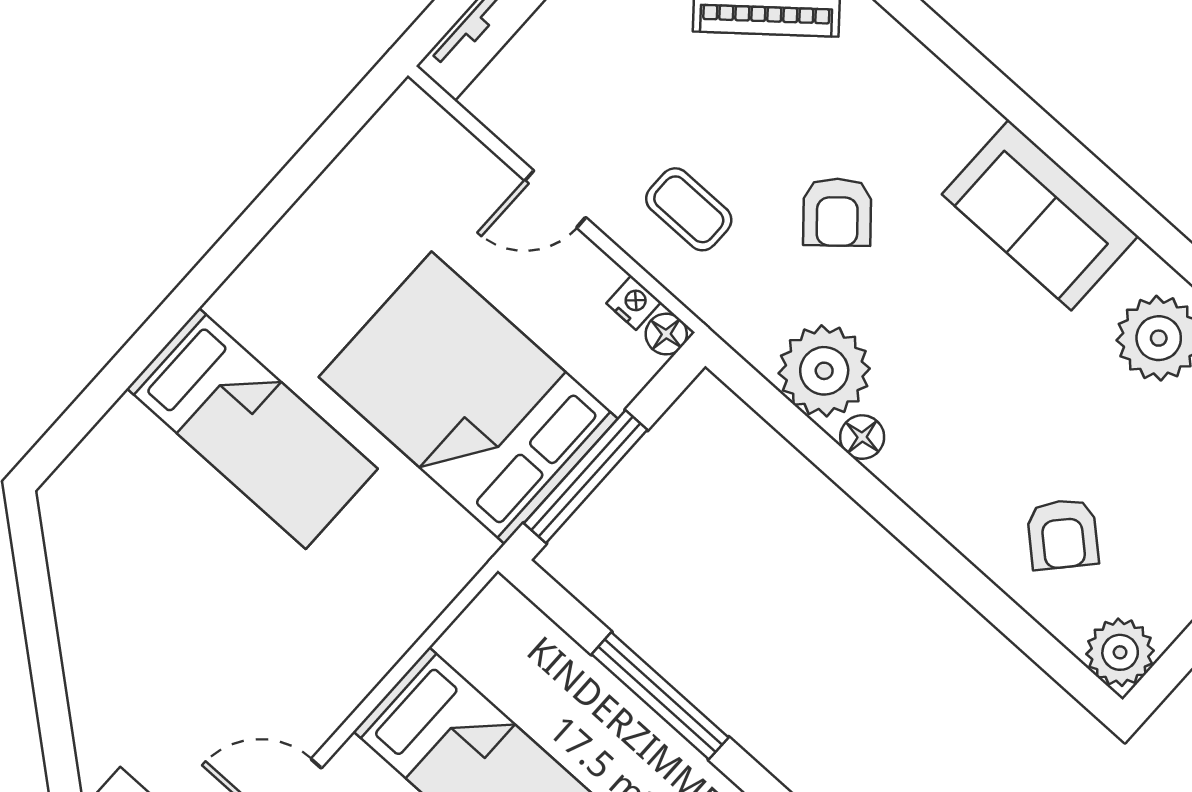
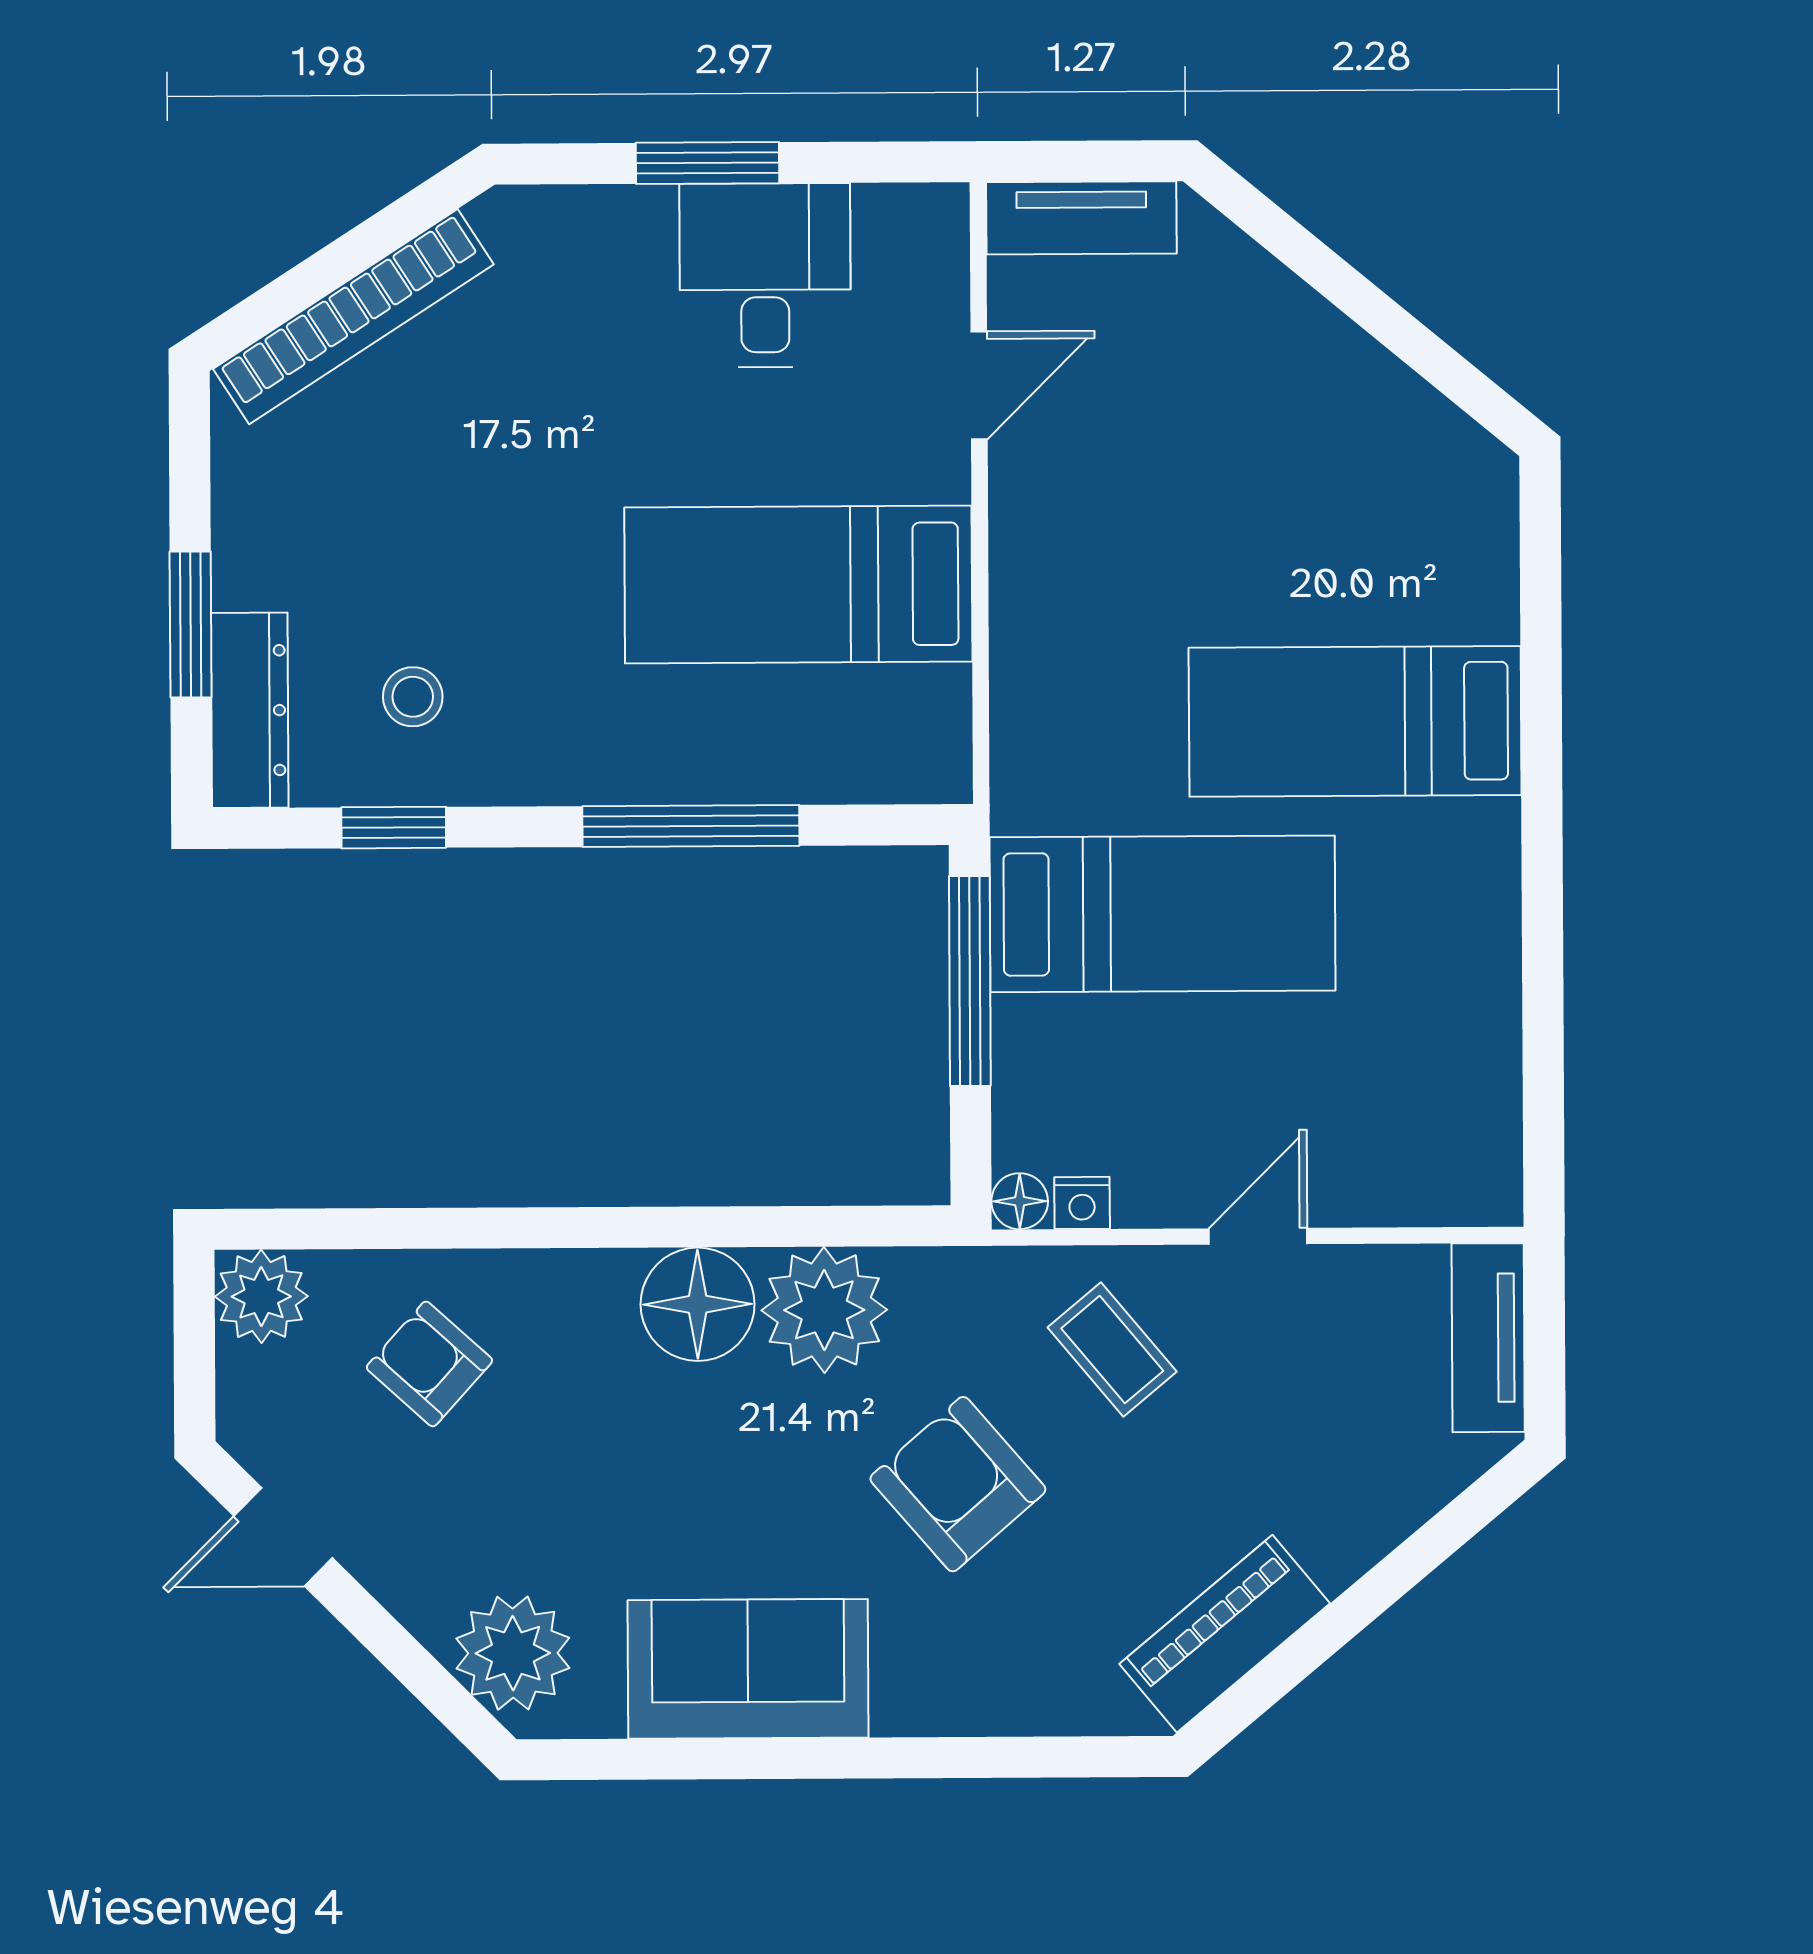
coffee table: (689, 209) -> (1112, 1350), turned 50
armchair: (837, 212) -> (958, 1484), width x1.38, depth x1.38
bed: (468, 398) -> (1163, 914), width x0.67
floor lamp: (862, 437) -> (698, 1304), width x1.89, depth x1.89

